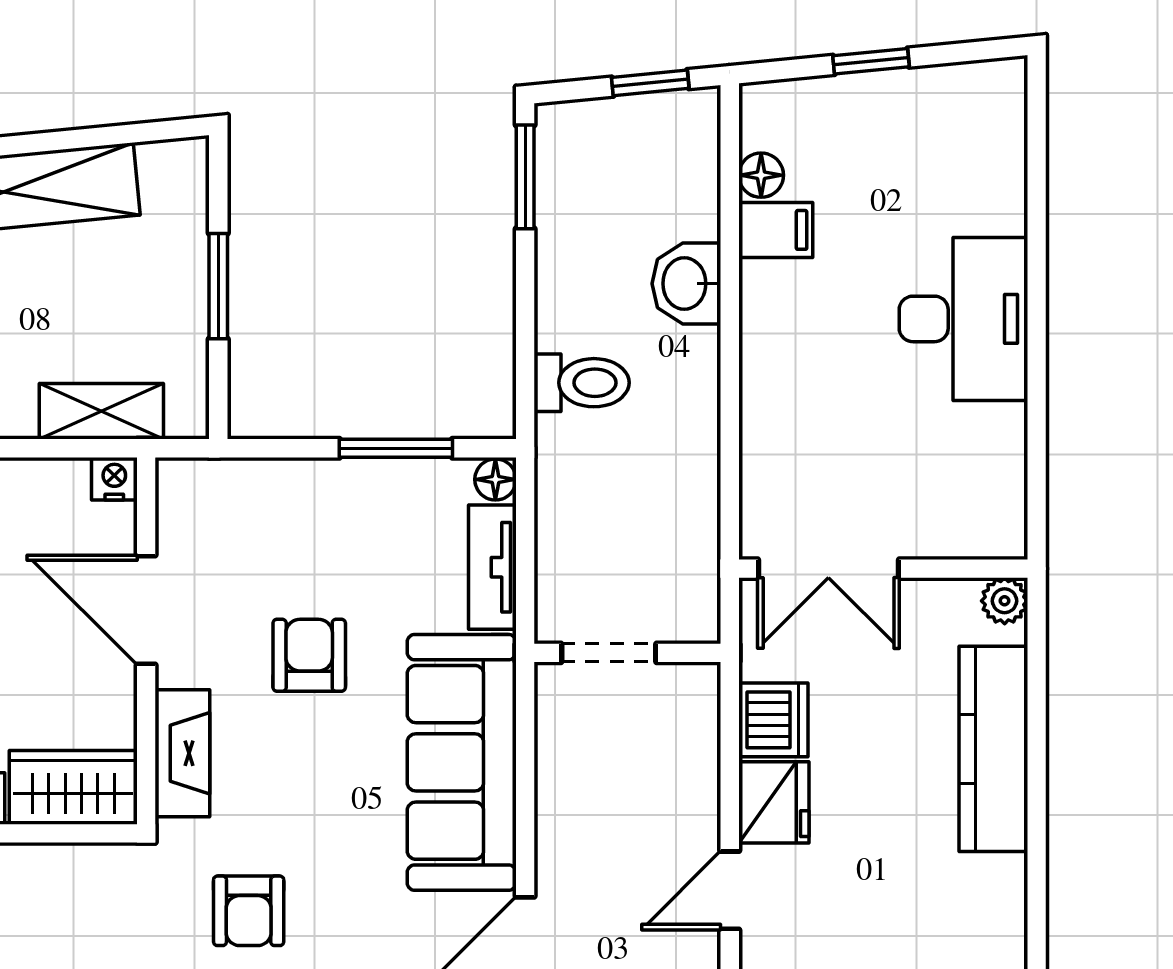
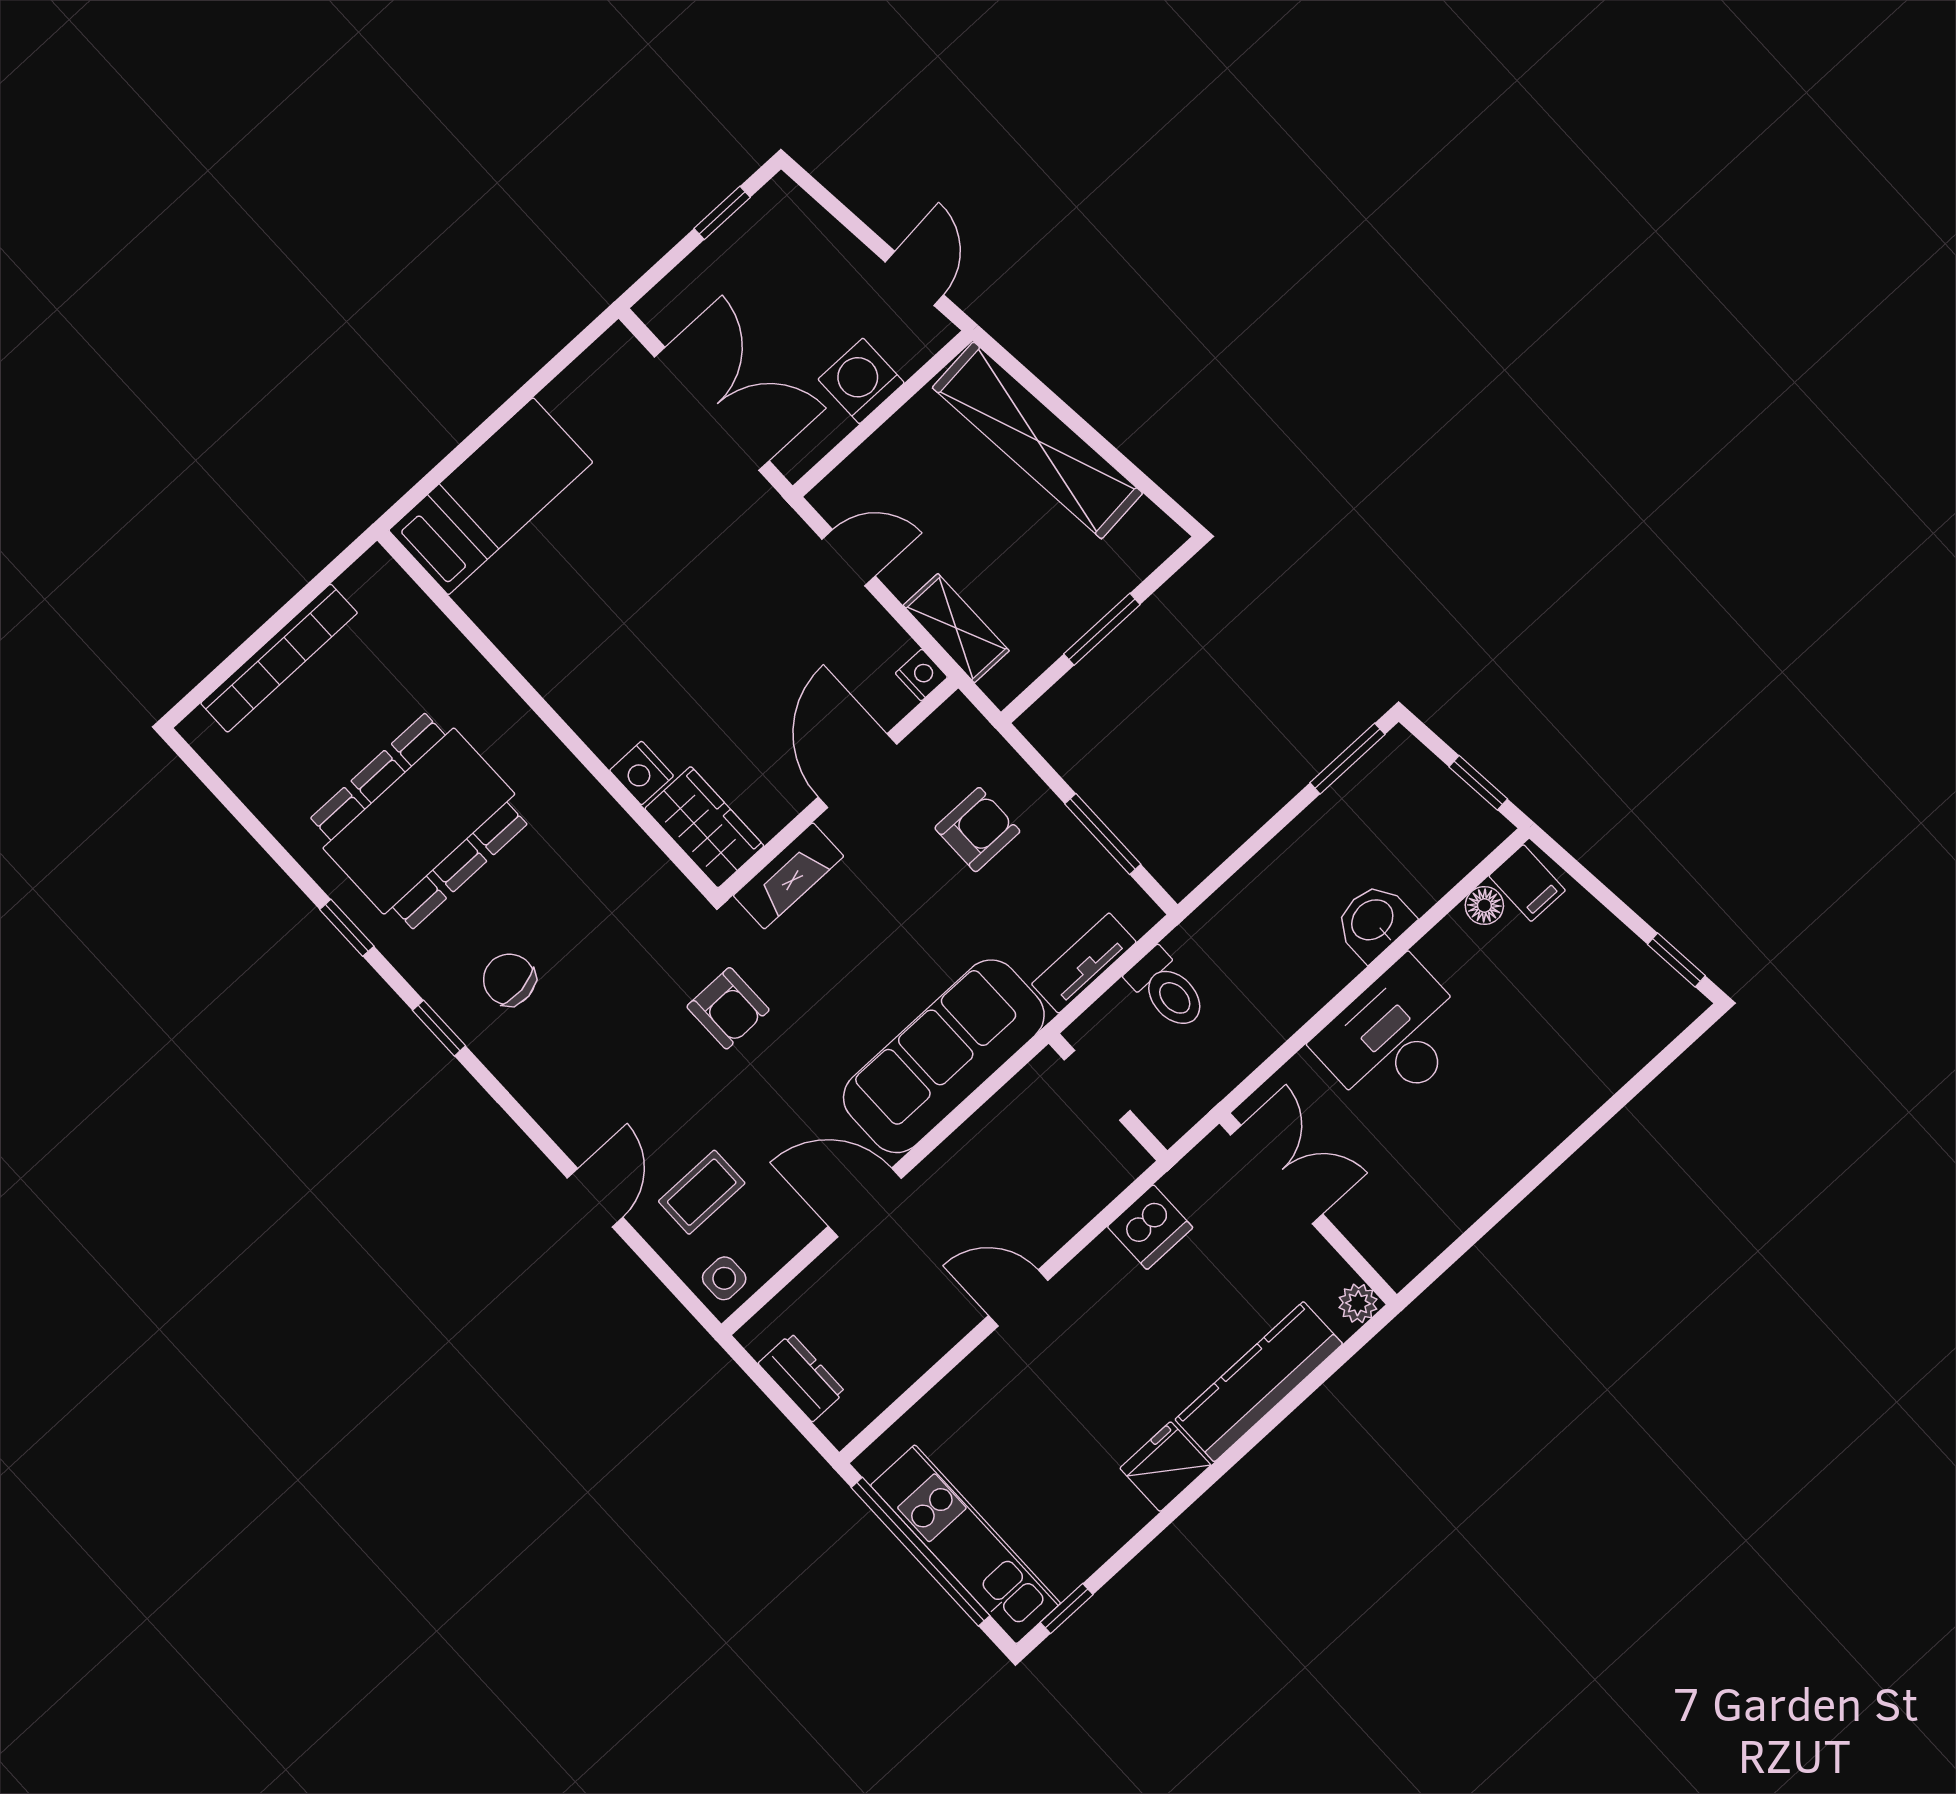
window: (871, 61) -> (1676, 960), moved
filing cabinet: (776, 230) -> (1527, 883), moved
desk: (963, 319) -> (1394, 1037), moved, turned 180
toilet: (582, 383) -> (1167, 990), moved
floor lamp: (495, 479) -> (1141, 914), removed
double door: (828, 569) -> (1277, 1174), swing flipped
armchair: (309, 655) -> (977, 830), moved
fridge: (774, 802) -> (1165, 1467), moved, turned 180
armchair: (249, 911) -> (728, 1008), turned -90

